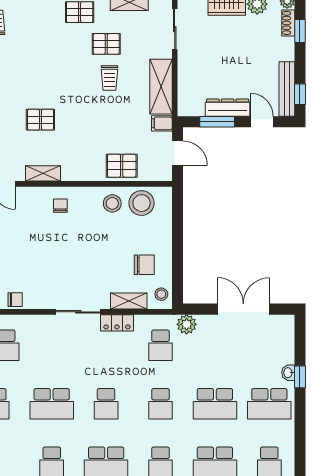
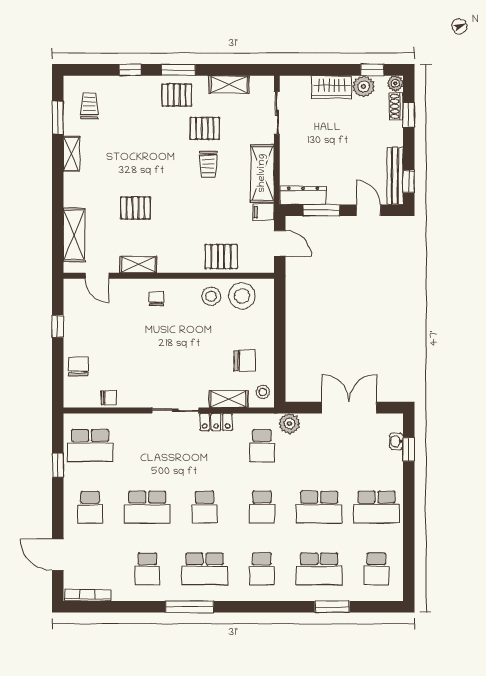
dresser: (228, 108) -> (303, 195), moved
washbasin: (288, 373) -> (396, 441), moved
window: (300, 377) -> (409, 449), moved

